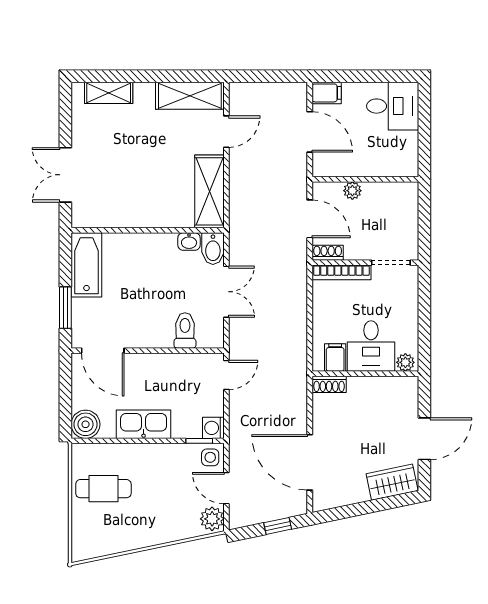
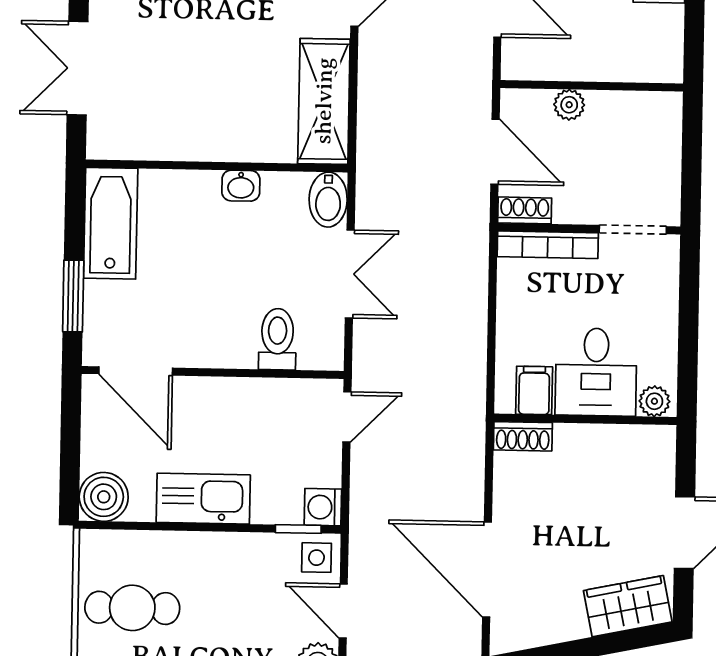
washbasin: (189, 241) -> (241, 186), moved

